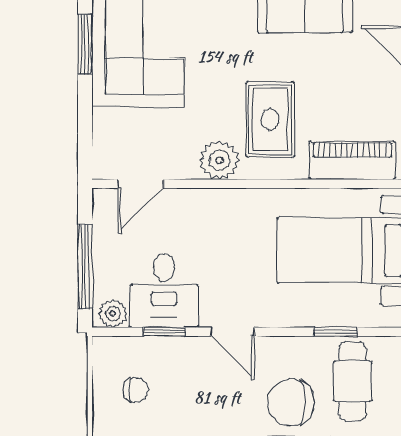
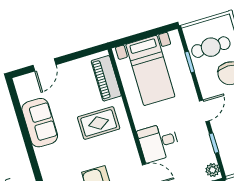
plant: (219, 160) -> (125, 141), removed
desk: (164, 290) -> (159, 142), moved, turned 180

